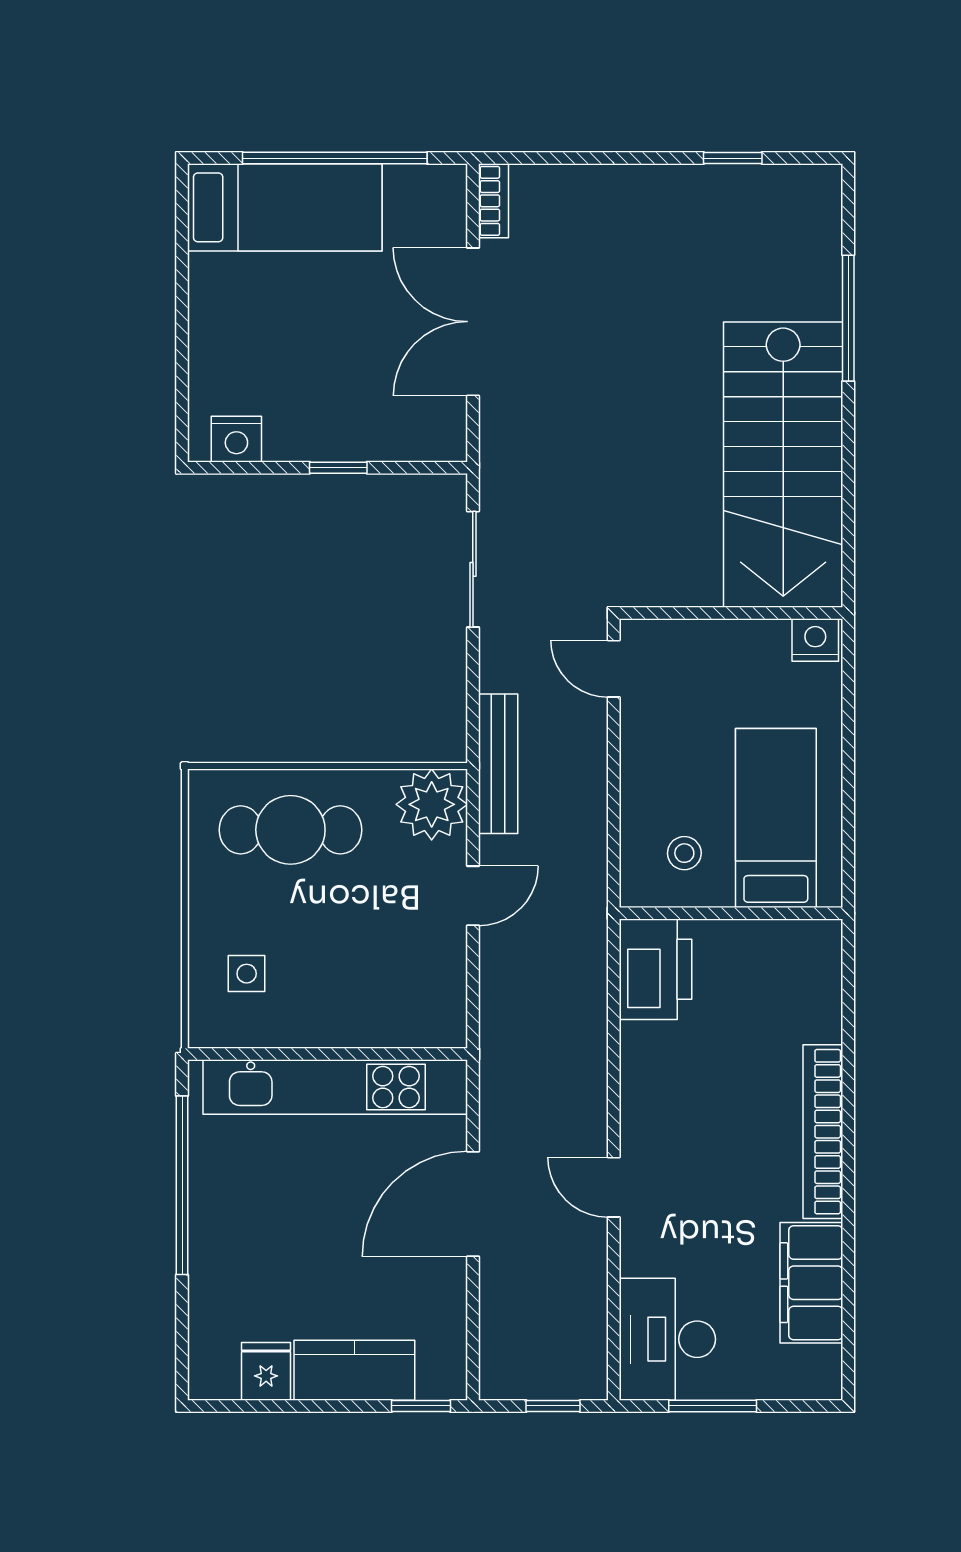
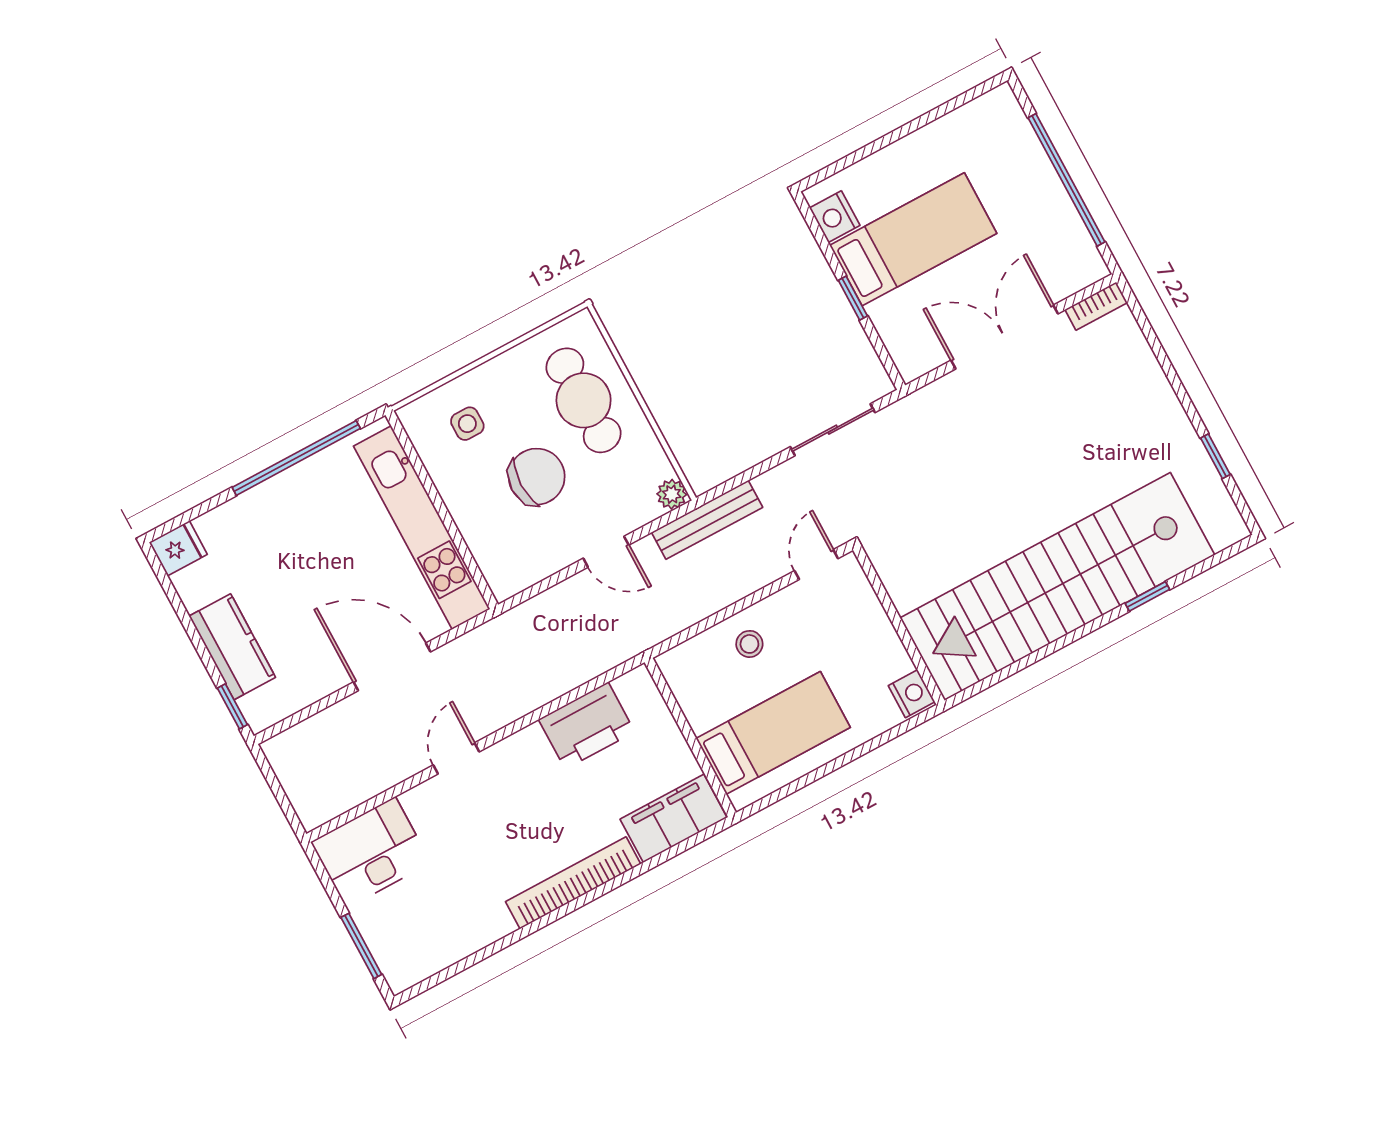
bed: (285, 207) -> (913, 239), moved, turned -90
window: (848, 318) -> (1147, 596), width x0.46
stairs: (783, 465) -> (1057, 586), width x1.36
plant: (432, 804) -> (672, 494), width x0.53, depth x0.53
stool: (684, 853) -> (749, 644), moved
chair: (347, 928) -> (537, 477), added
printer: (655, 969) -> (587, 726), moved
filing cabinet: (811, 1283) -> (674, 818), moved
fridge: (266, 1371) -> (178, 548), moved
window: (553, 1406) -> (282, 798), removed
window: (713, 1406) -> (361, 946), moved

